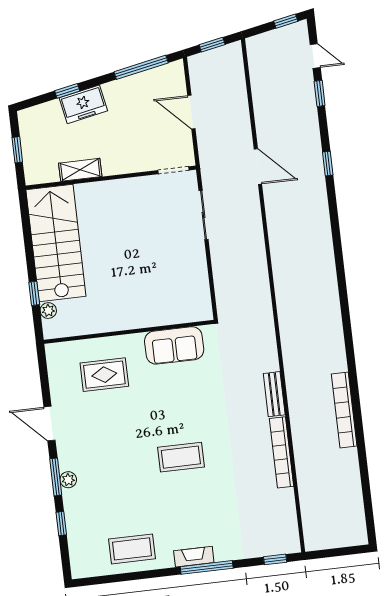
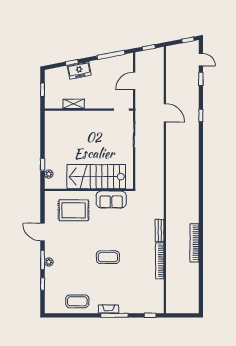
door: (191, 112) -> (134, 81), hinge flipped
stairs: (56, 243) -> (96, 177), moved, turned -90
rug: (104, 375) -> (74, 210), width x1.36, depth x1.43

